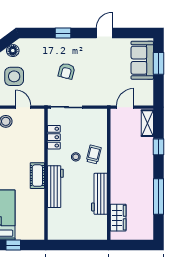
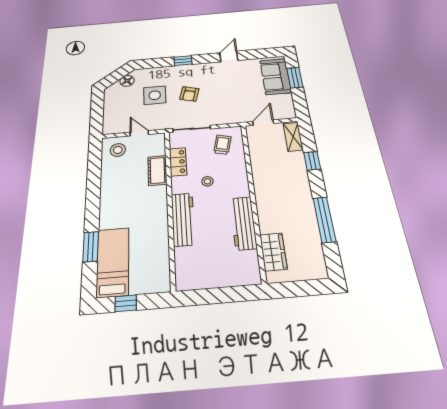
side table: (14, 76) -> (155, 95), moved
trolley: (94, 154) -> (222, 145), moved
cot: (37, 176) -> (157, 170), moved

